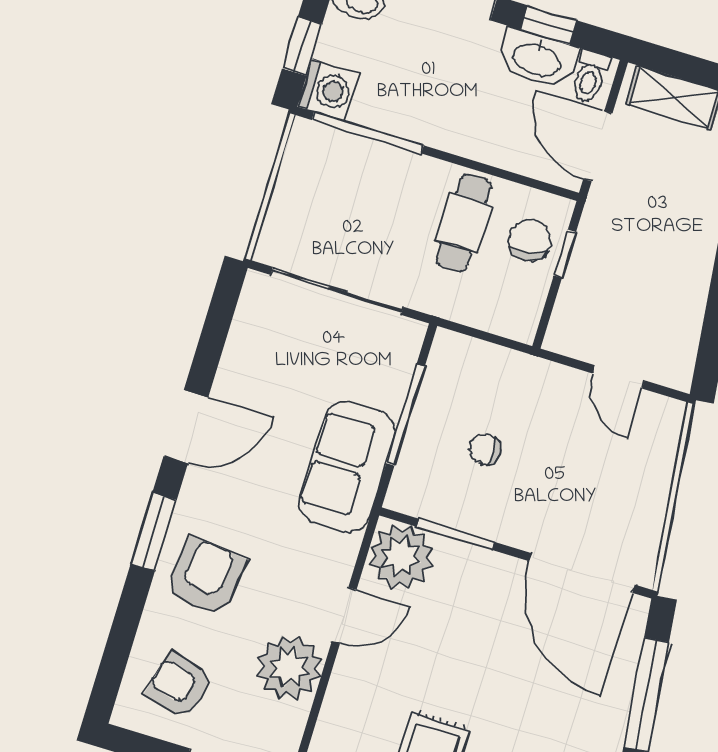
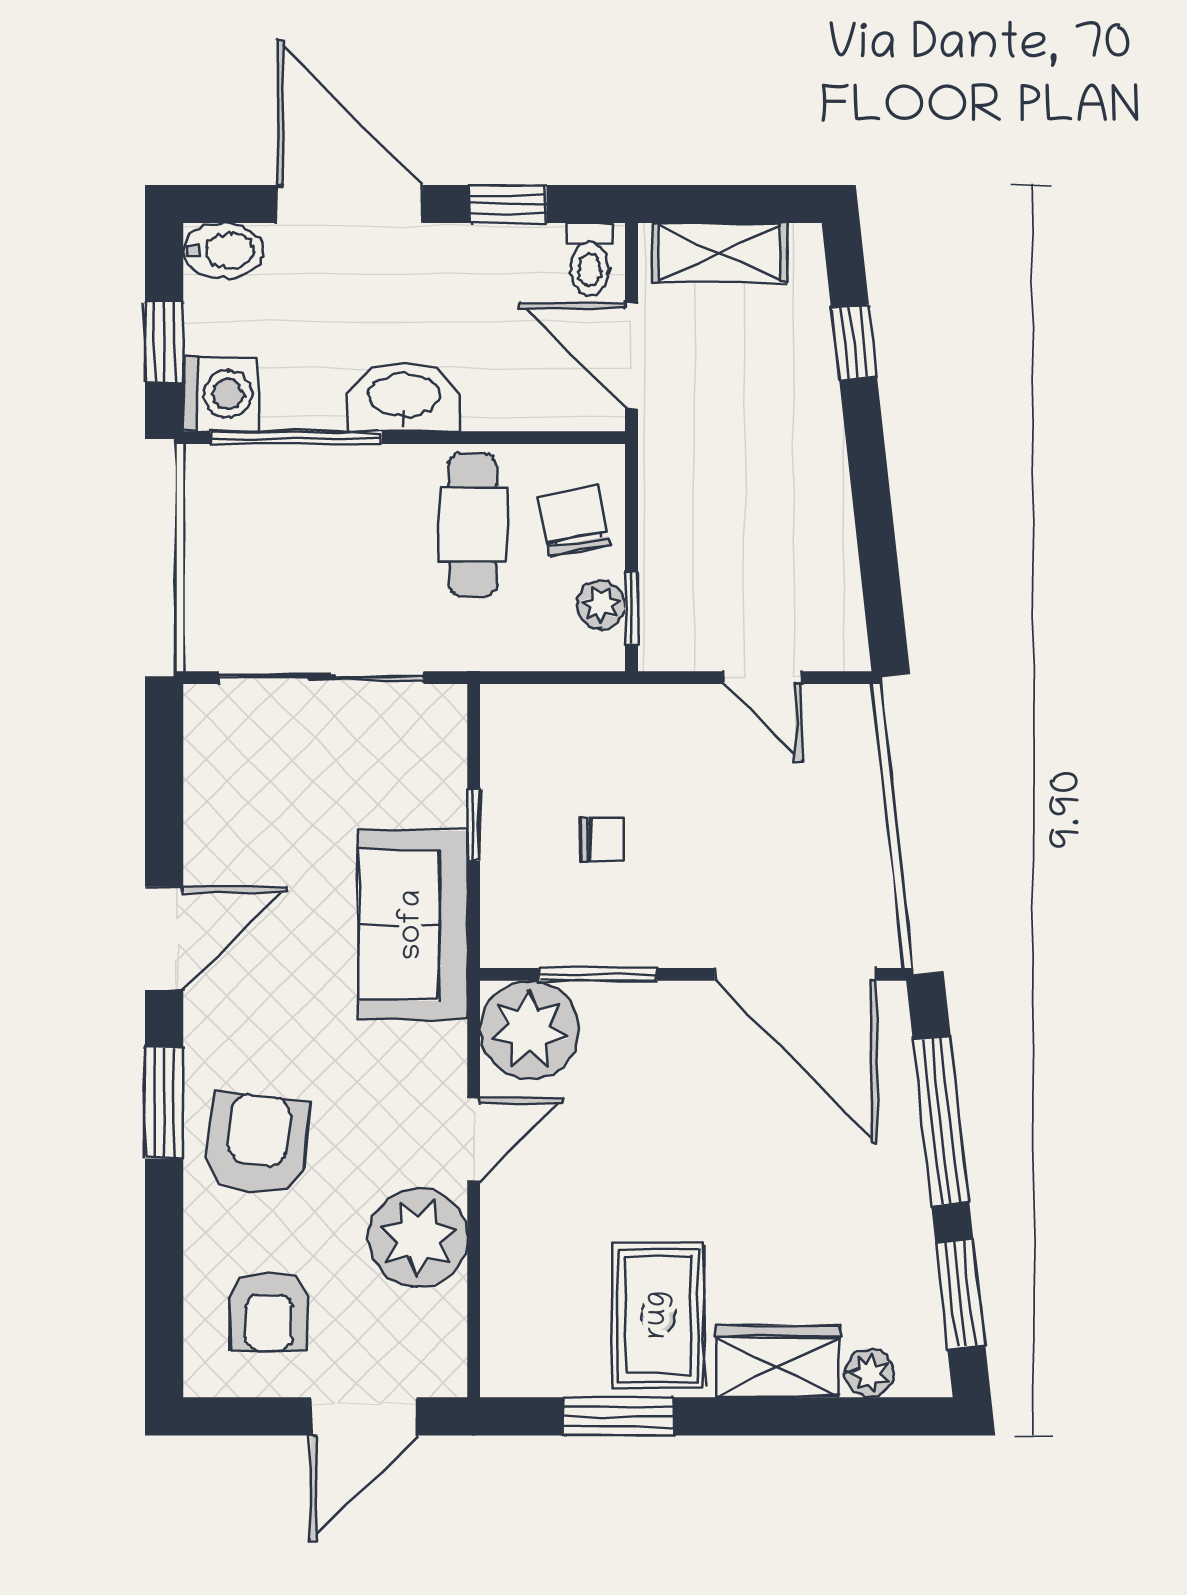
washbasin: (537, 58) -> (404, 397), moved, turned 180
window: (565, 254) -> (631, 608), moved
plant: (530, 299) -> (601, 605), added
window: (405, 415) -> (474, 825), width x0.46
chair: (485, 449) -> (602, 840), turned 180
armchair: (180, 685) -> (269, 1311), turned -105

